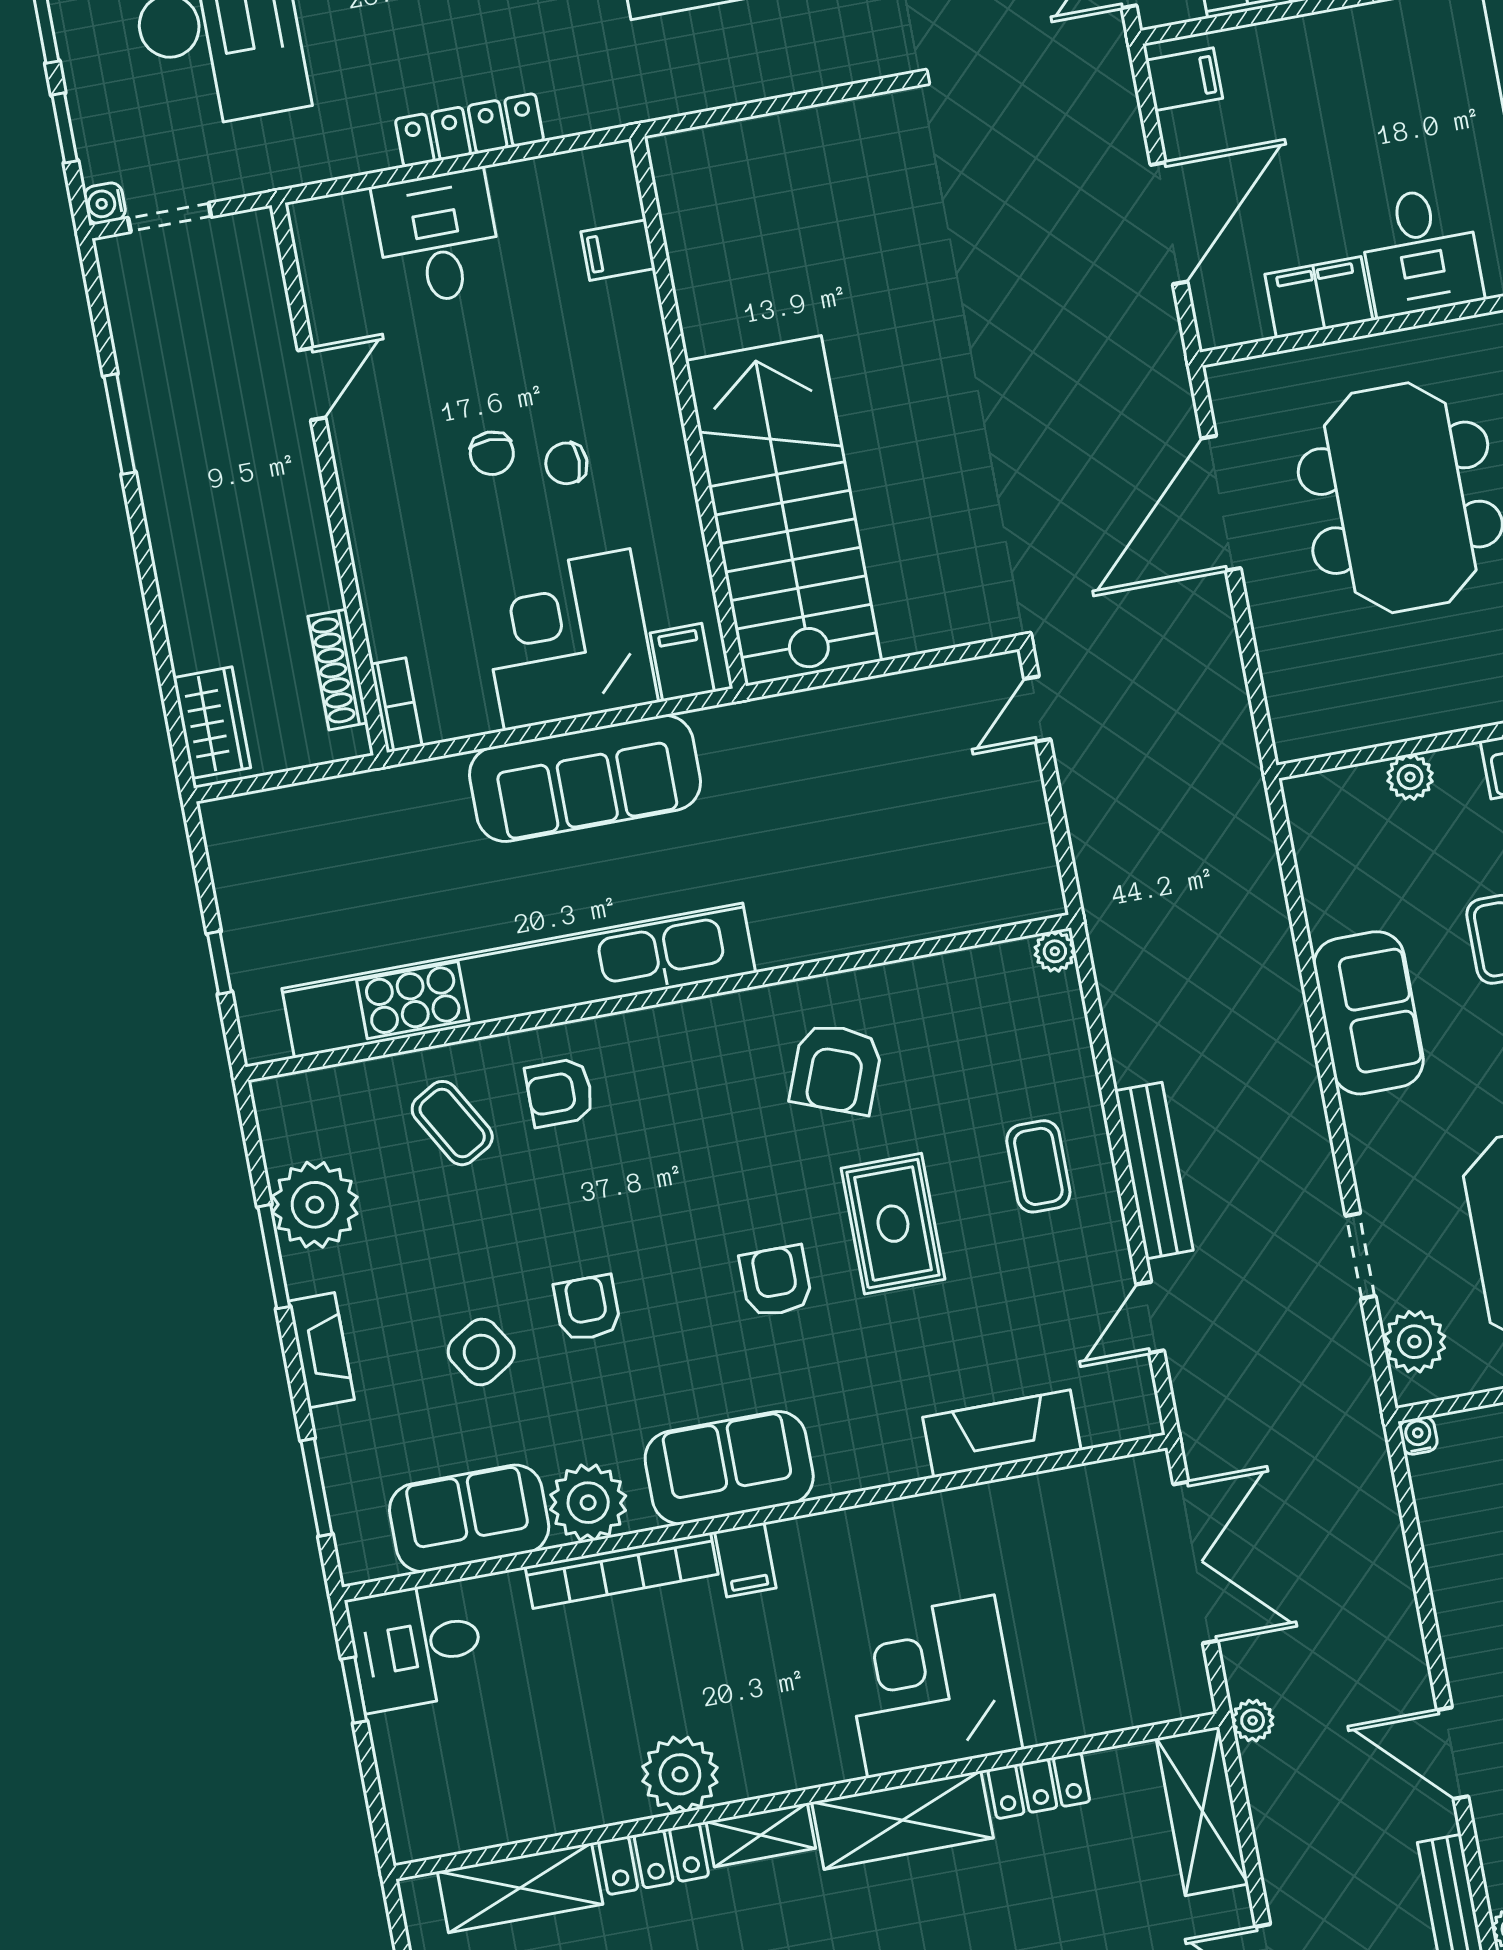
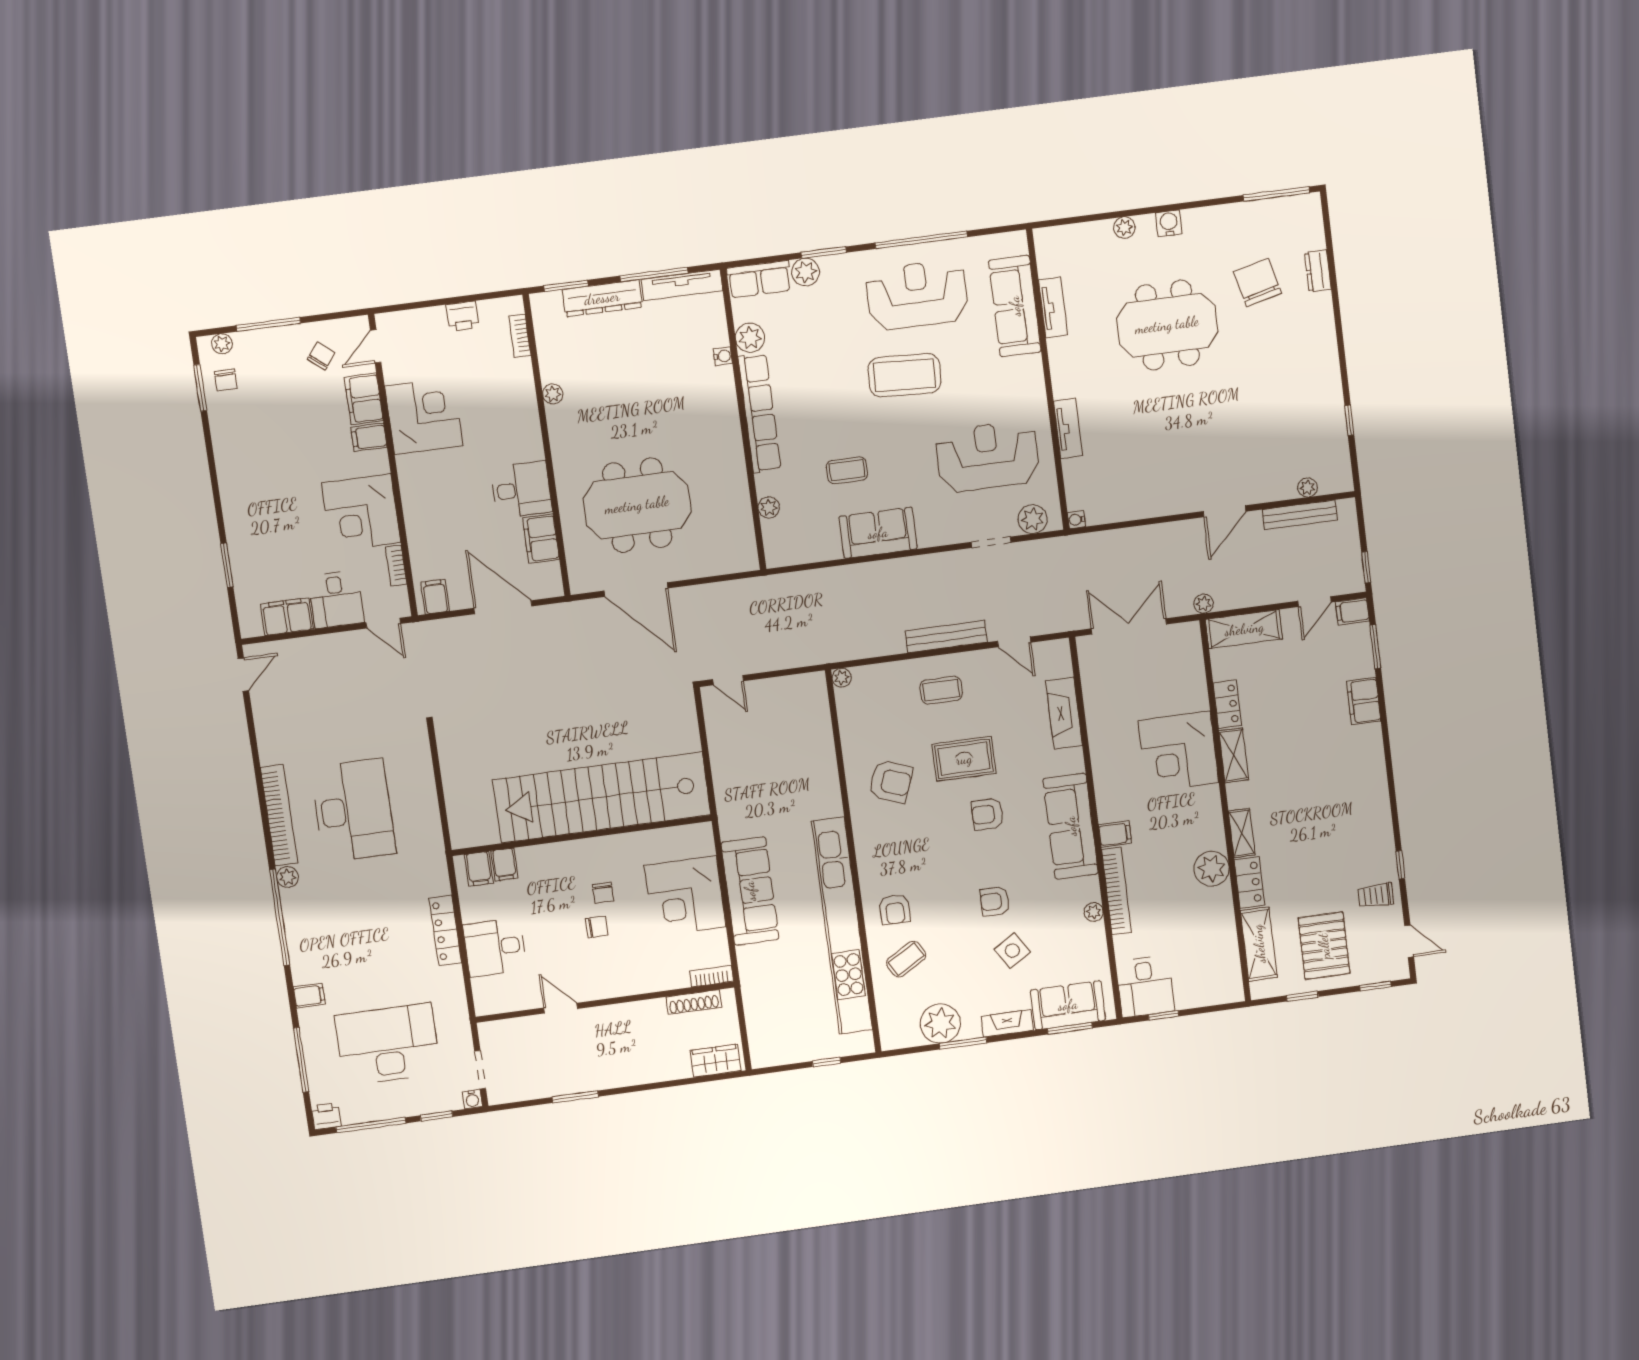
stairs: (784, 511) -> (602, 797), width x1.36
filing cabinet: (682, 662) -> (479, 869), moved, turned -90
sofa: (729, 1468) -> (1071, 826), width x1.36
plant: (588, 1503) -> (1094, 912), width x0.53, depth x0.53
sofa: (469, 1518) -> (1068, 1005), moved, turned 90
shelving: (902, 1820) -> (1234, 755), width x0.67, depth x0.75

